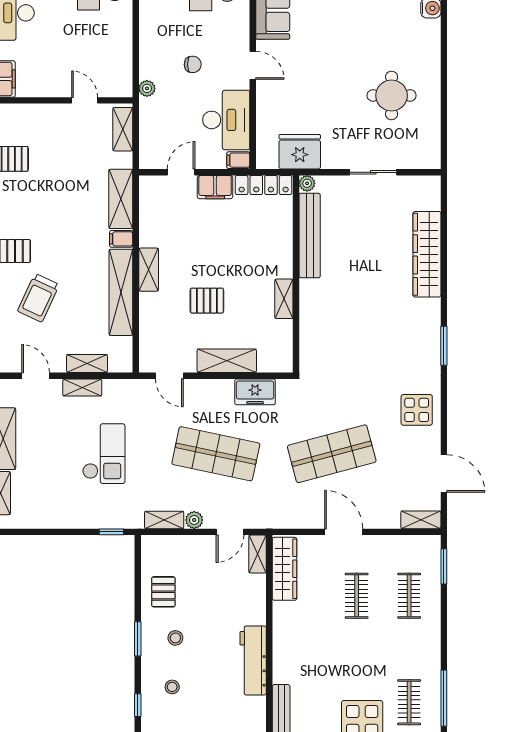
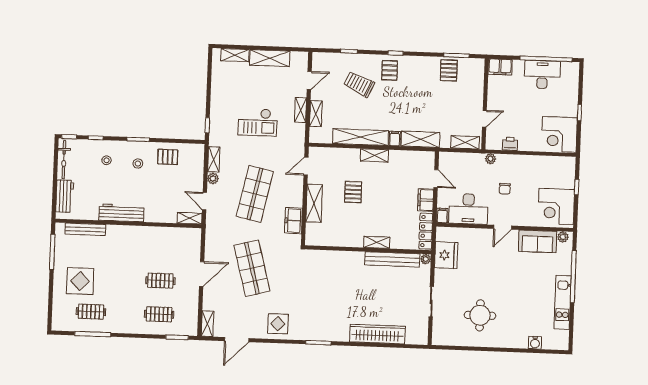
printer: (122, 59) -> (510, 144), added
shelving: (284, 299) -> (377, 242), moved
wardrobe: (285, 569) -> (179, 235), removed

